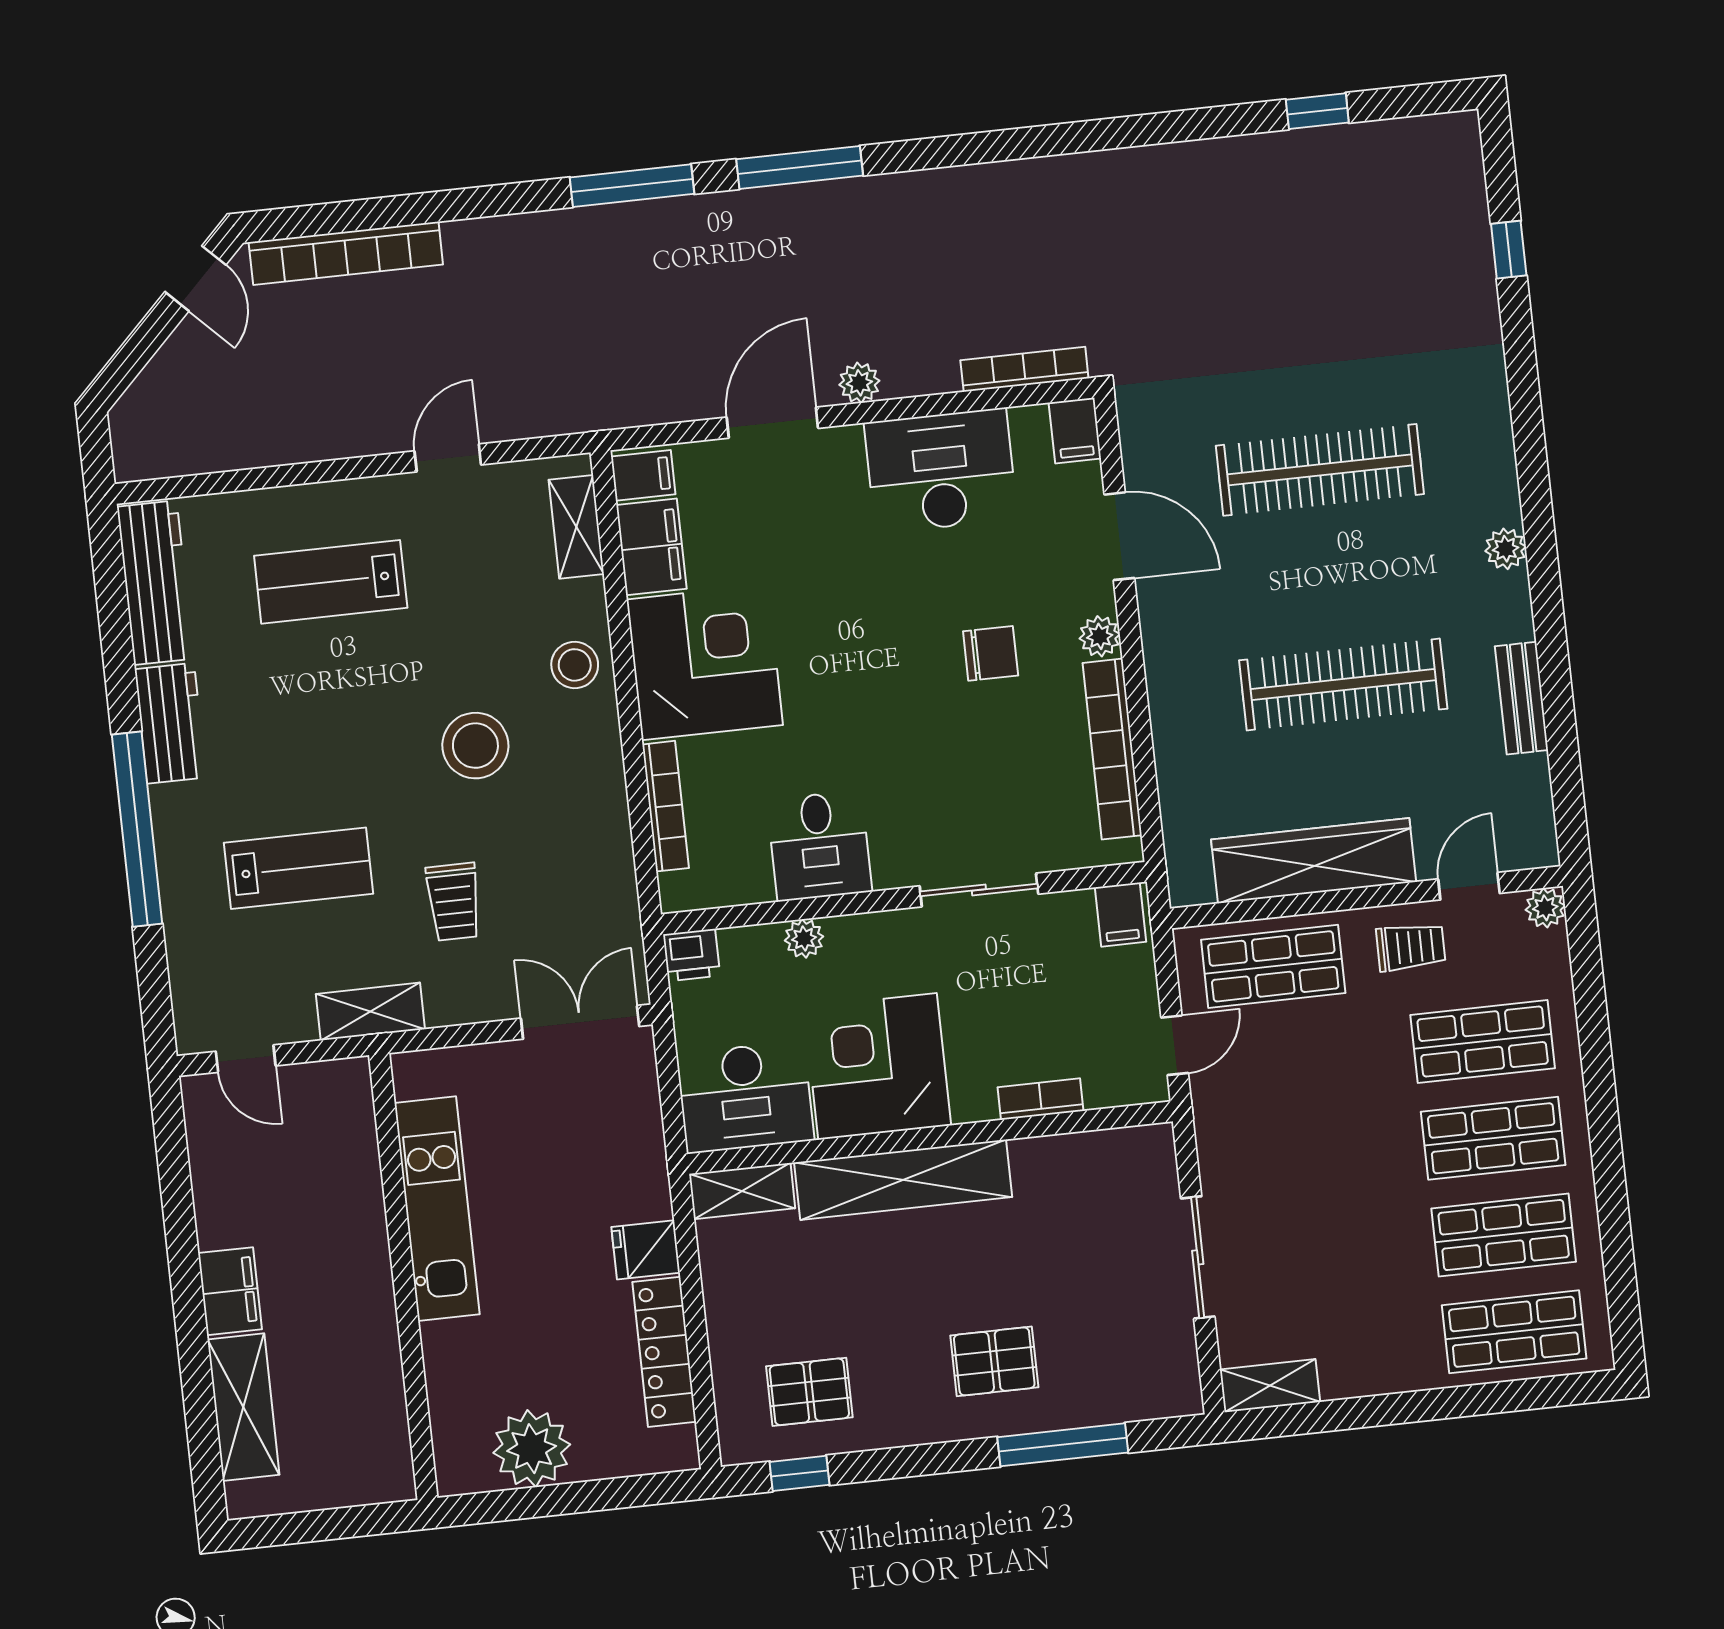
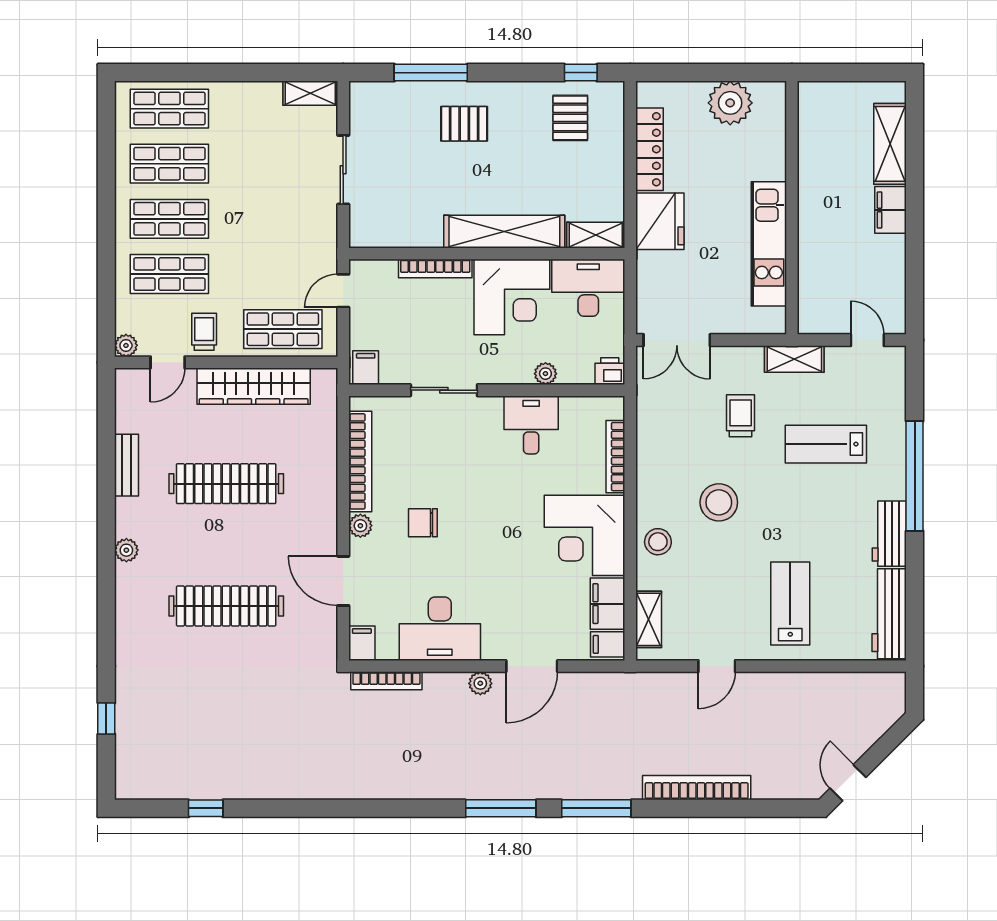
bookcase: (346, 253) -> (697, 788), moved
lab bench: (331, 582) -> (790, 604), turned -90
trolley: (1411, 947) -> (204, 332), turned 90
bookcase: (1041, 1099) -> (435, 269), width x1.56
fridge: (646, 1250) -> (660, 221), width x1.88, depth x1.34
pallet: (809, 1392) -> (570, 118), turned 90

